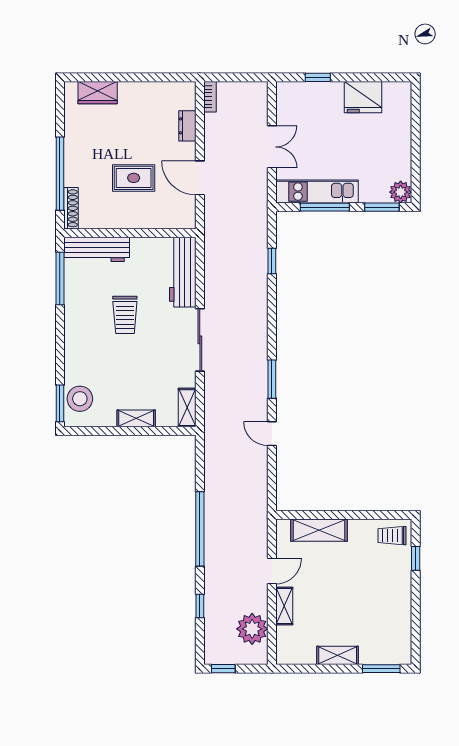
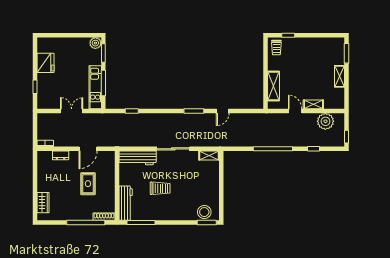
shelving: (136, 418) -> (215, 182), removed

